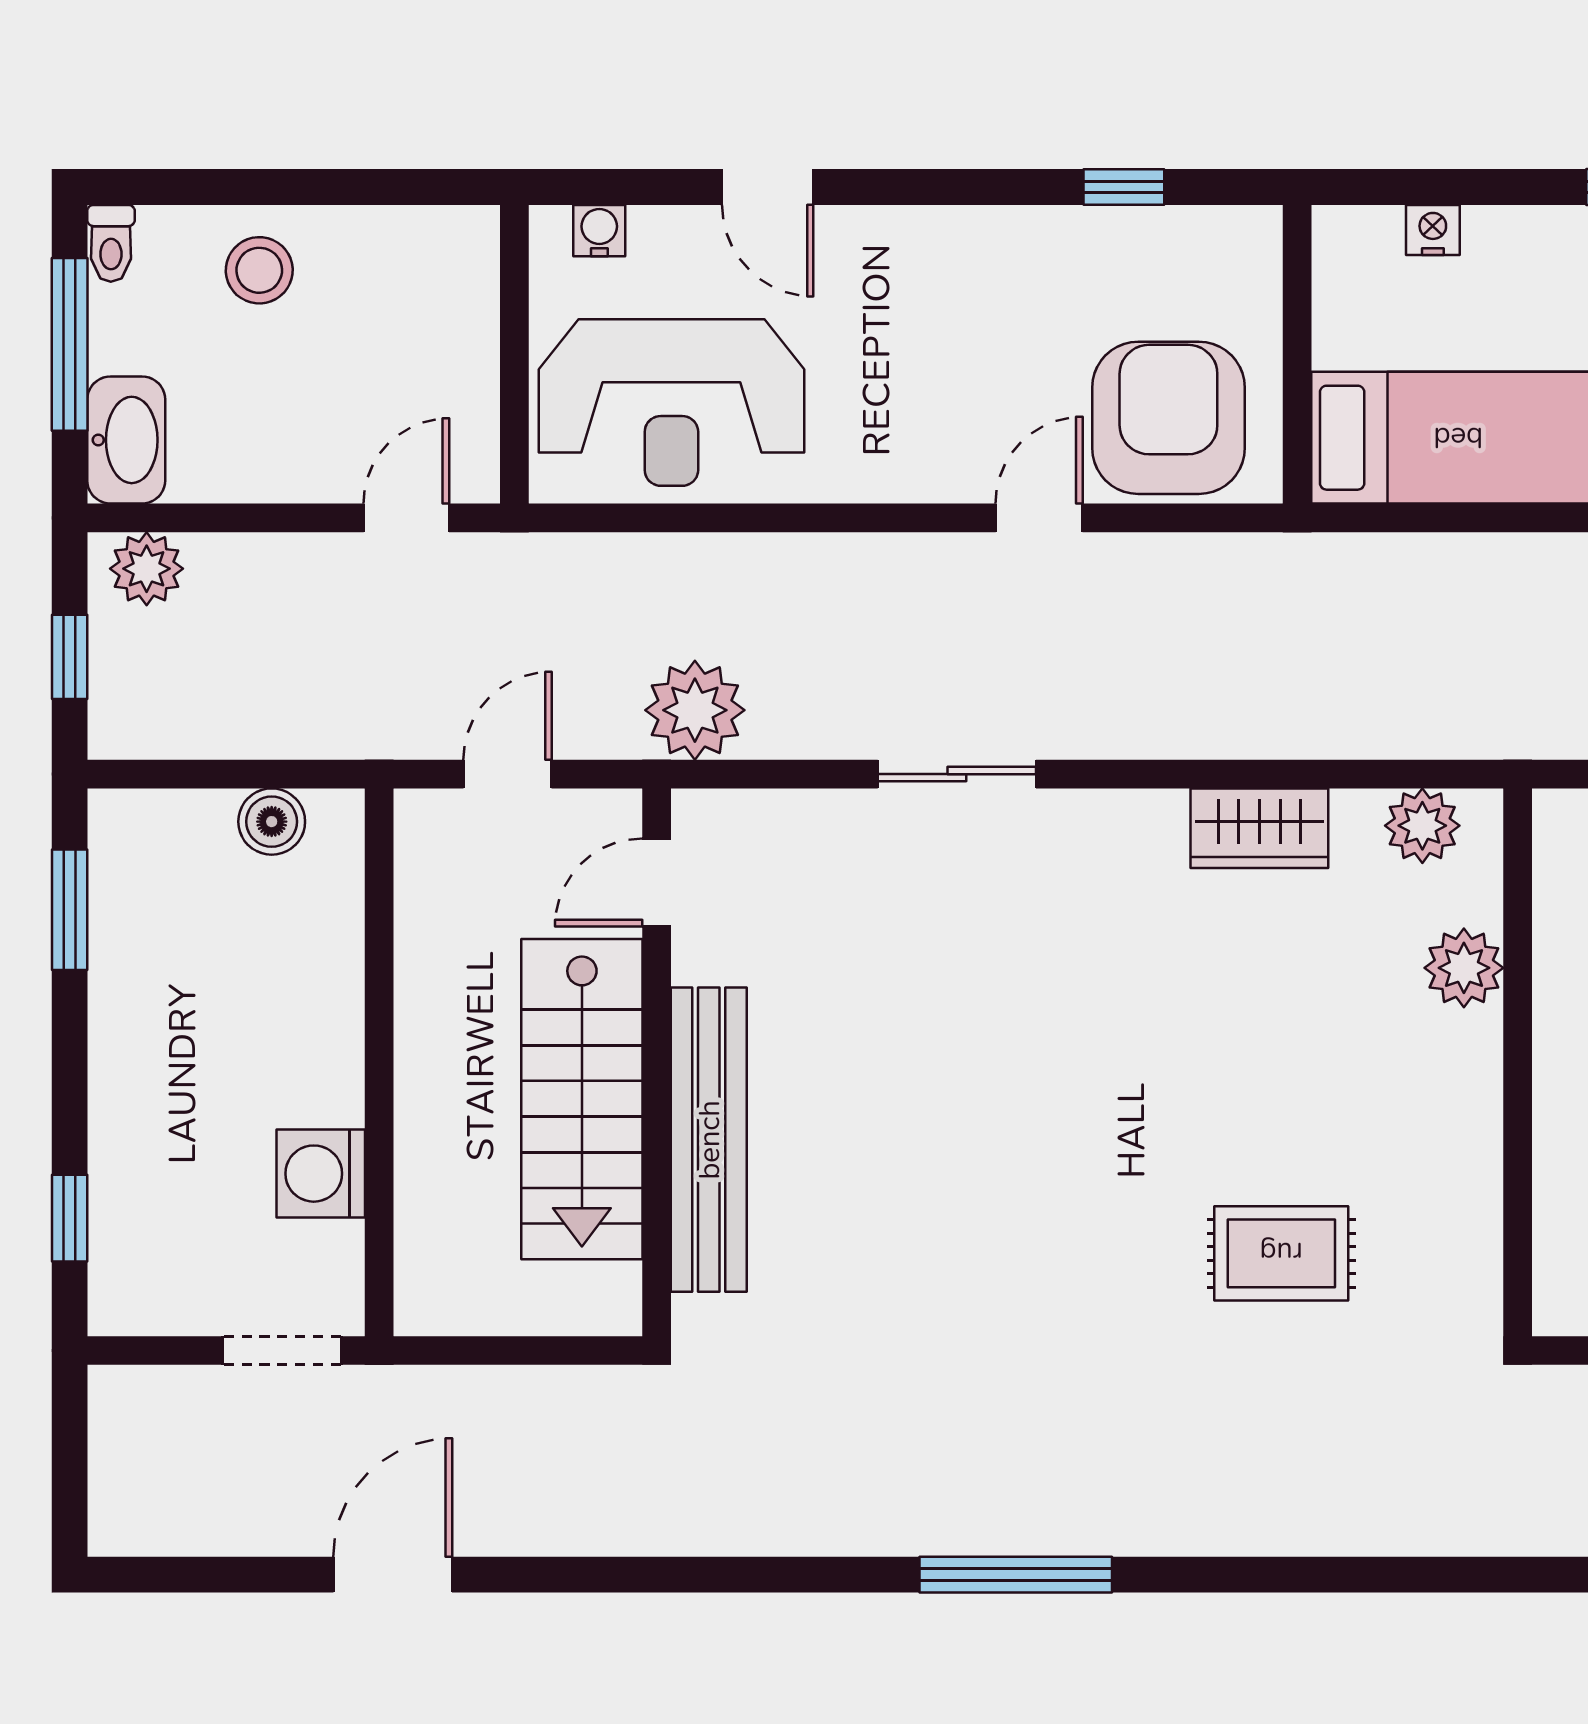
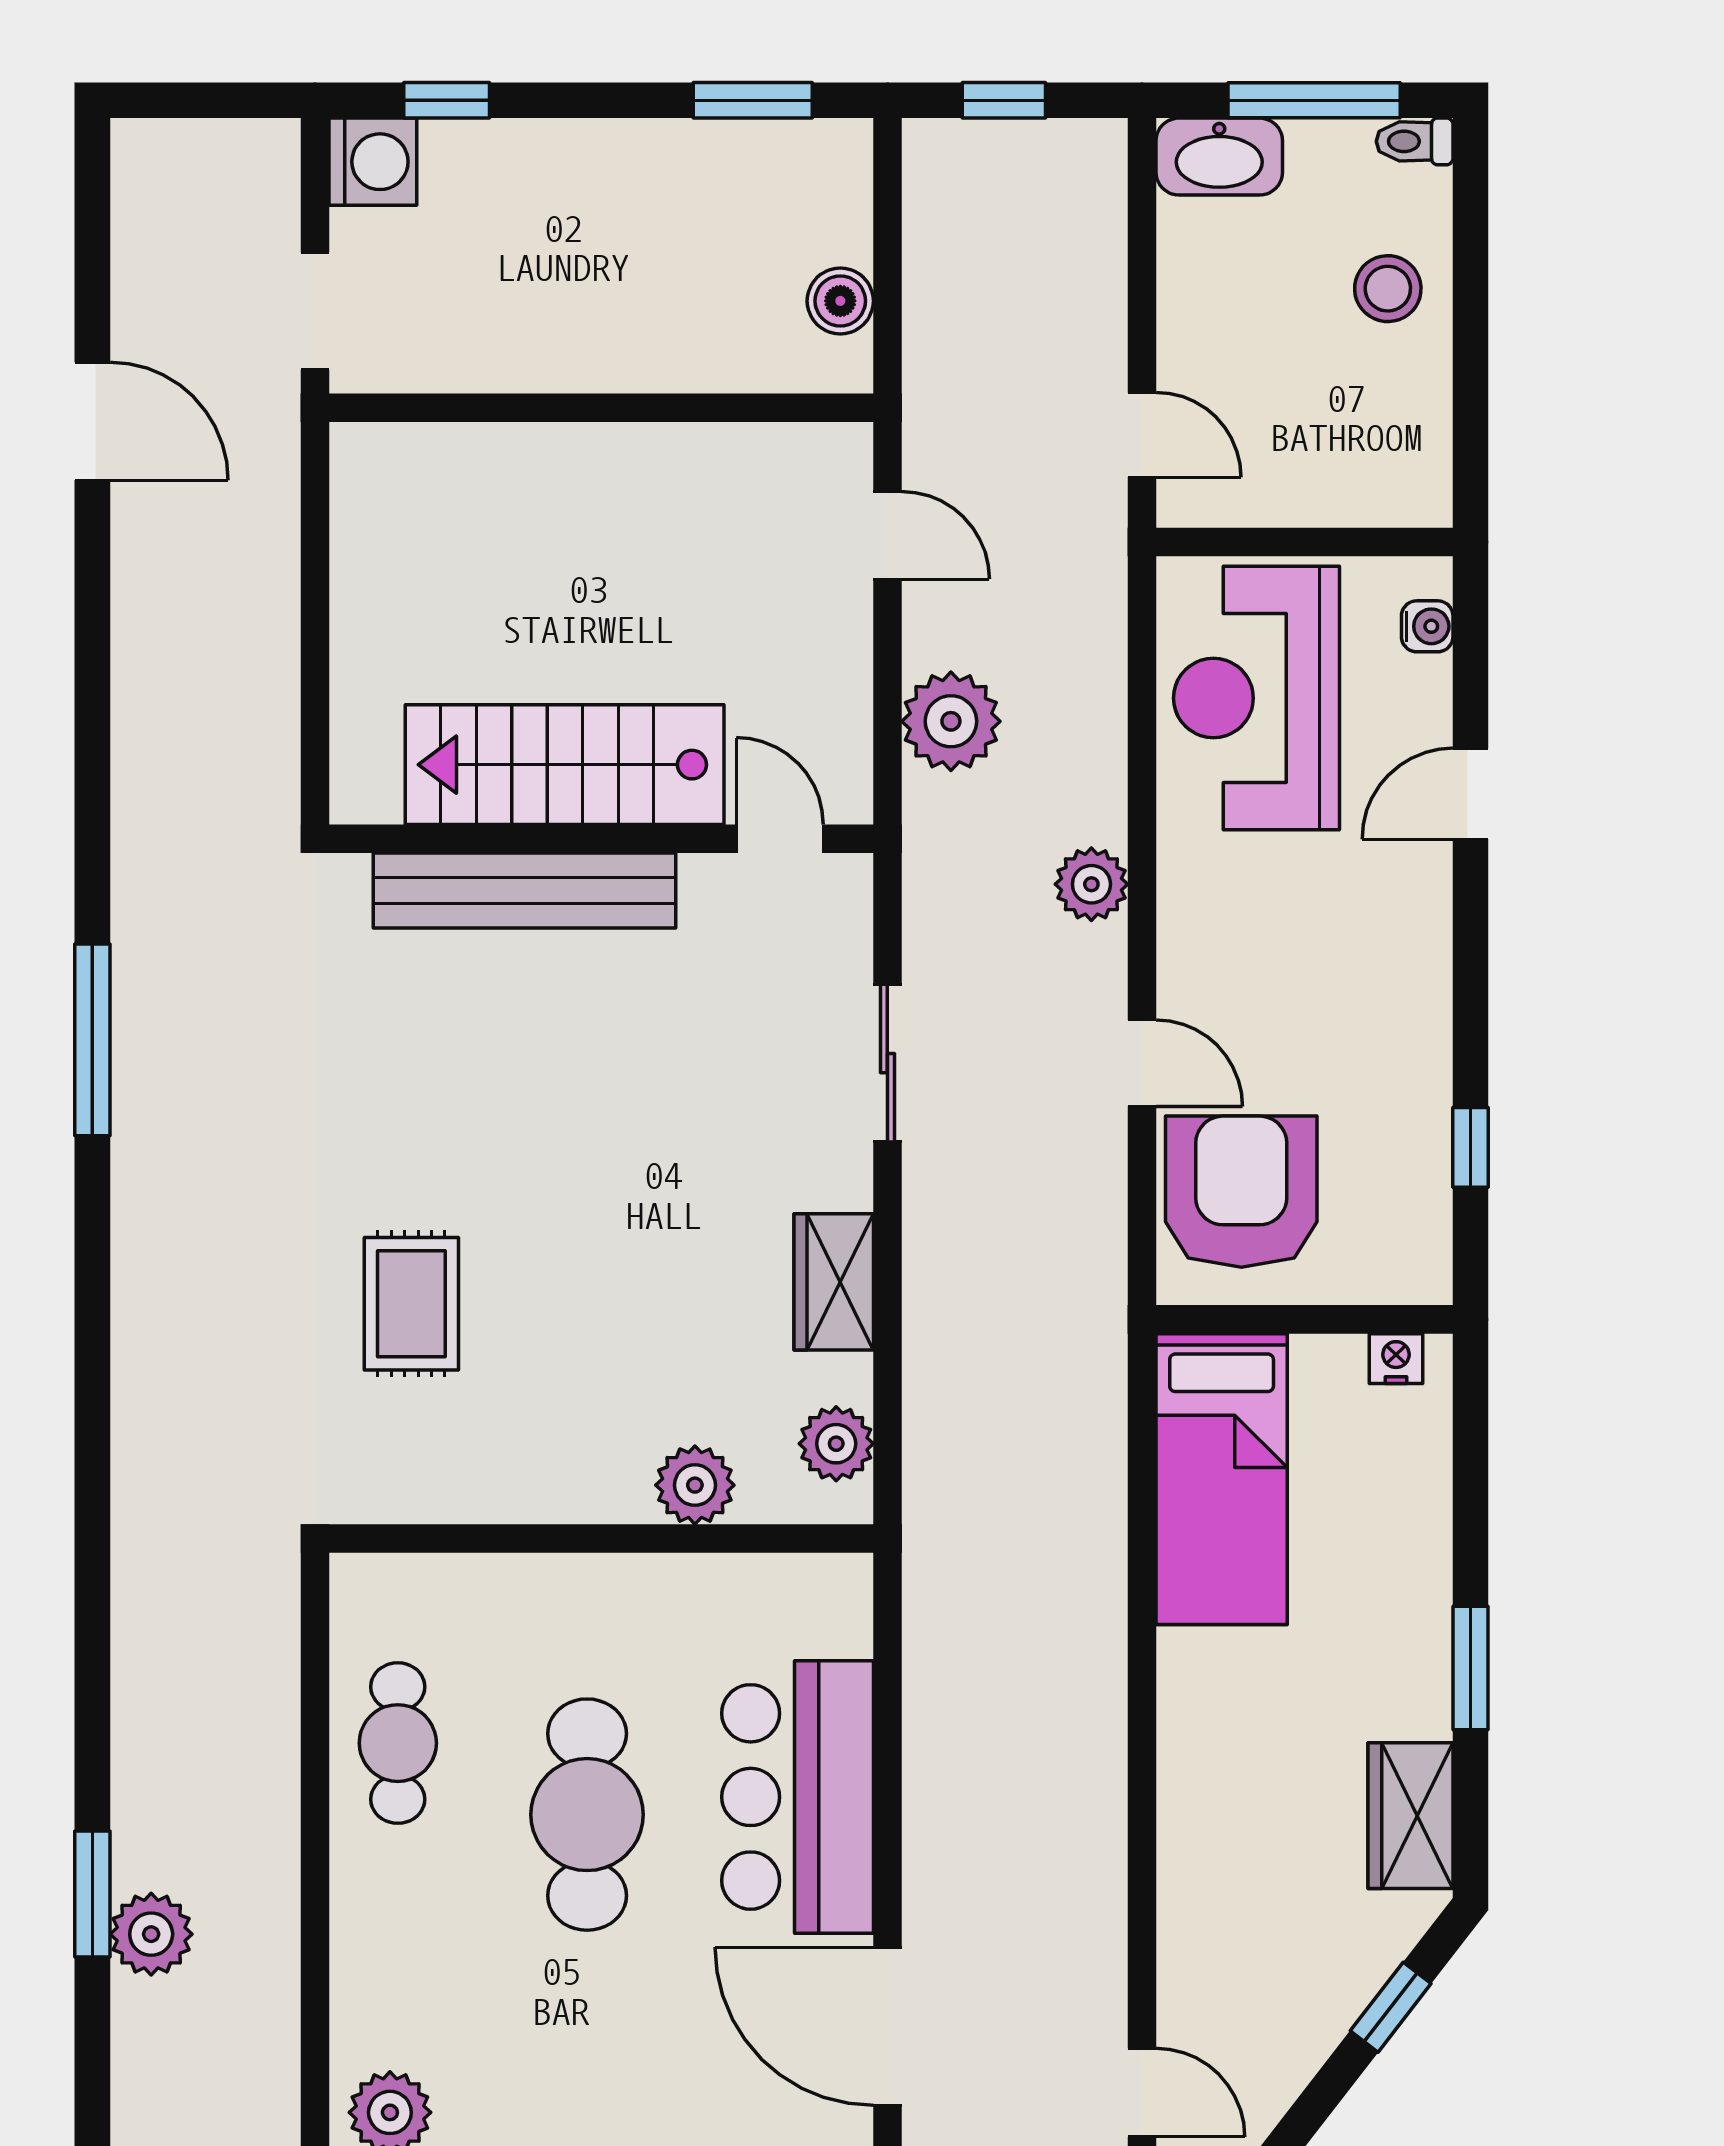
nightstand: (1433, 230) -> (1396, 1359), moved, turned -90
armchair: (1168, 418) -> (1241, 1192), turned -90
plant: (147, 569) -> (1091, 884), moved
sliding door: (957, 774) -> (887, 1063), moved
door: (657, 883) -> (780, 839), moved
wall: (657, 1062) -> (601, 839), moved
stairs: (582, 1099) -> (565, 765), moved
bench: (709, 1140) -> (524, 891), moved
washing machine: (321, 1174) -> (373, 162), moved, turned 90

